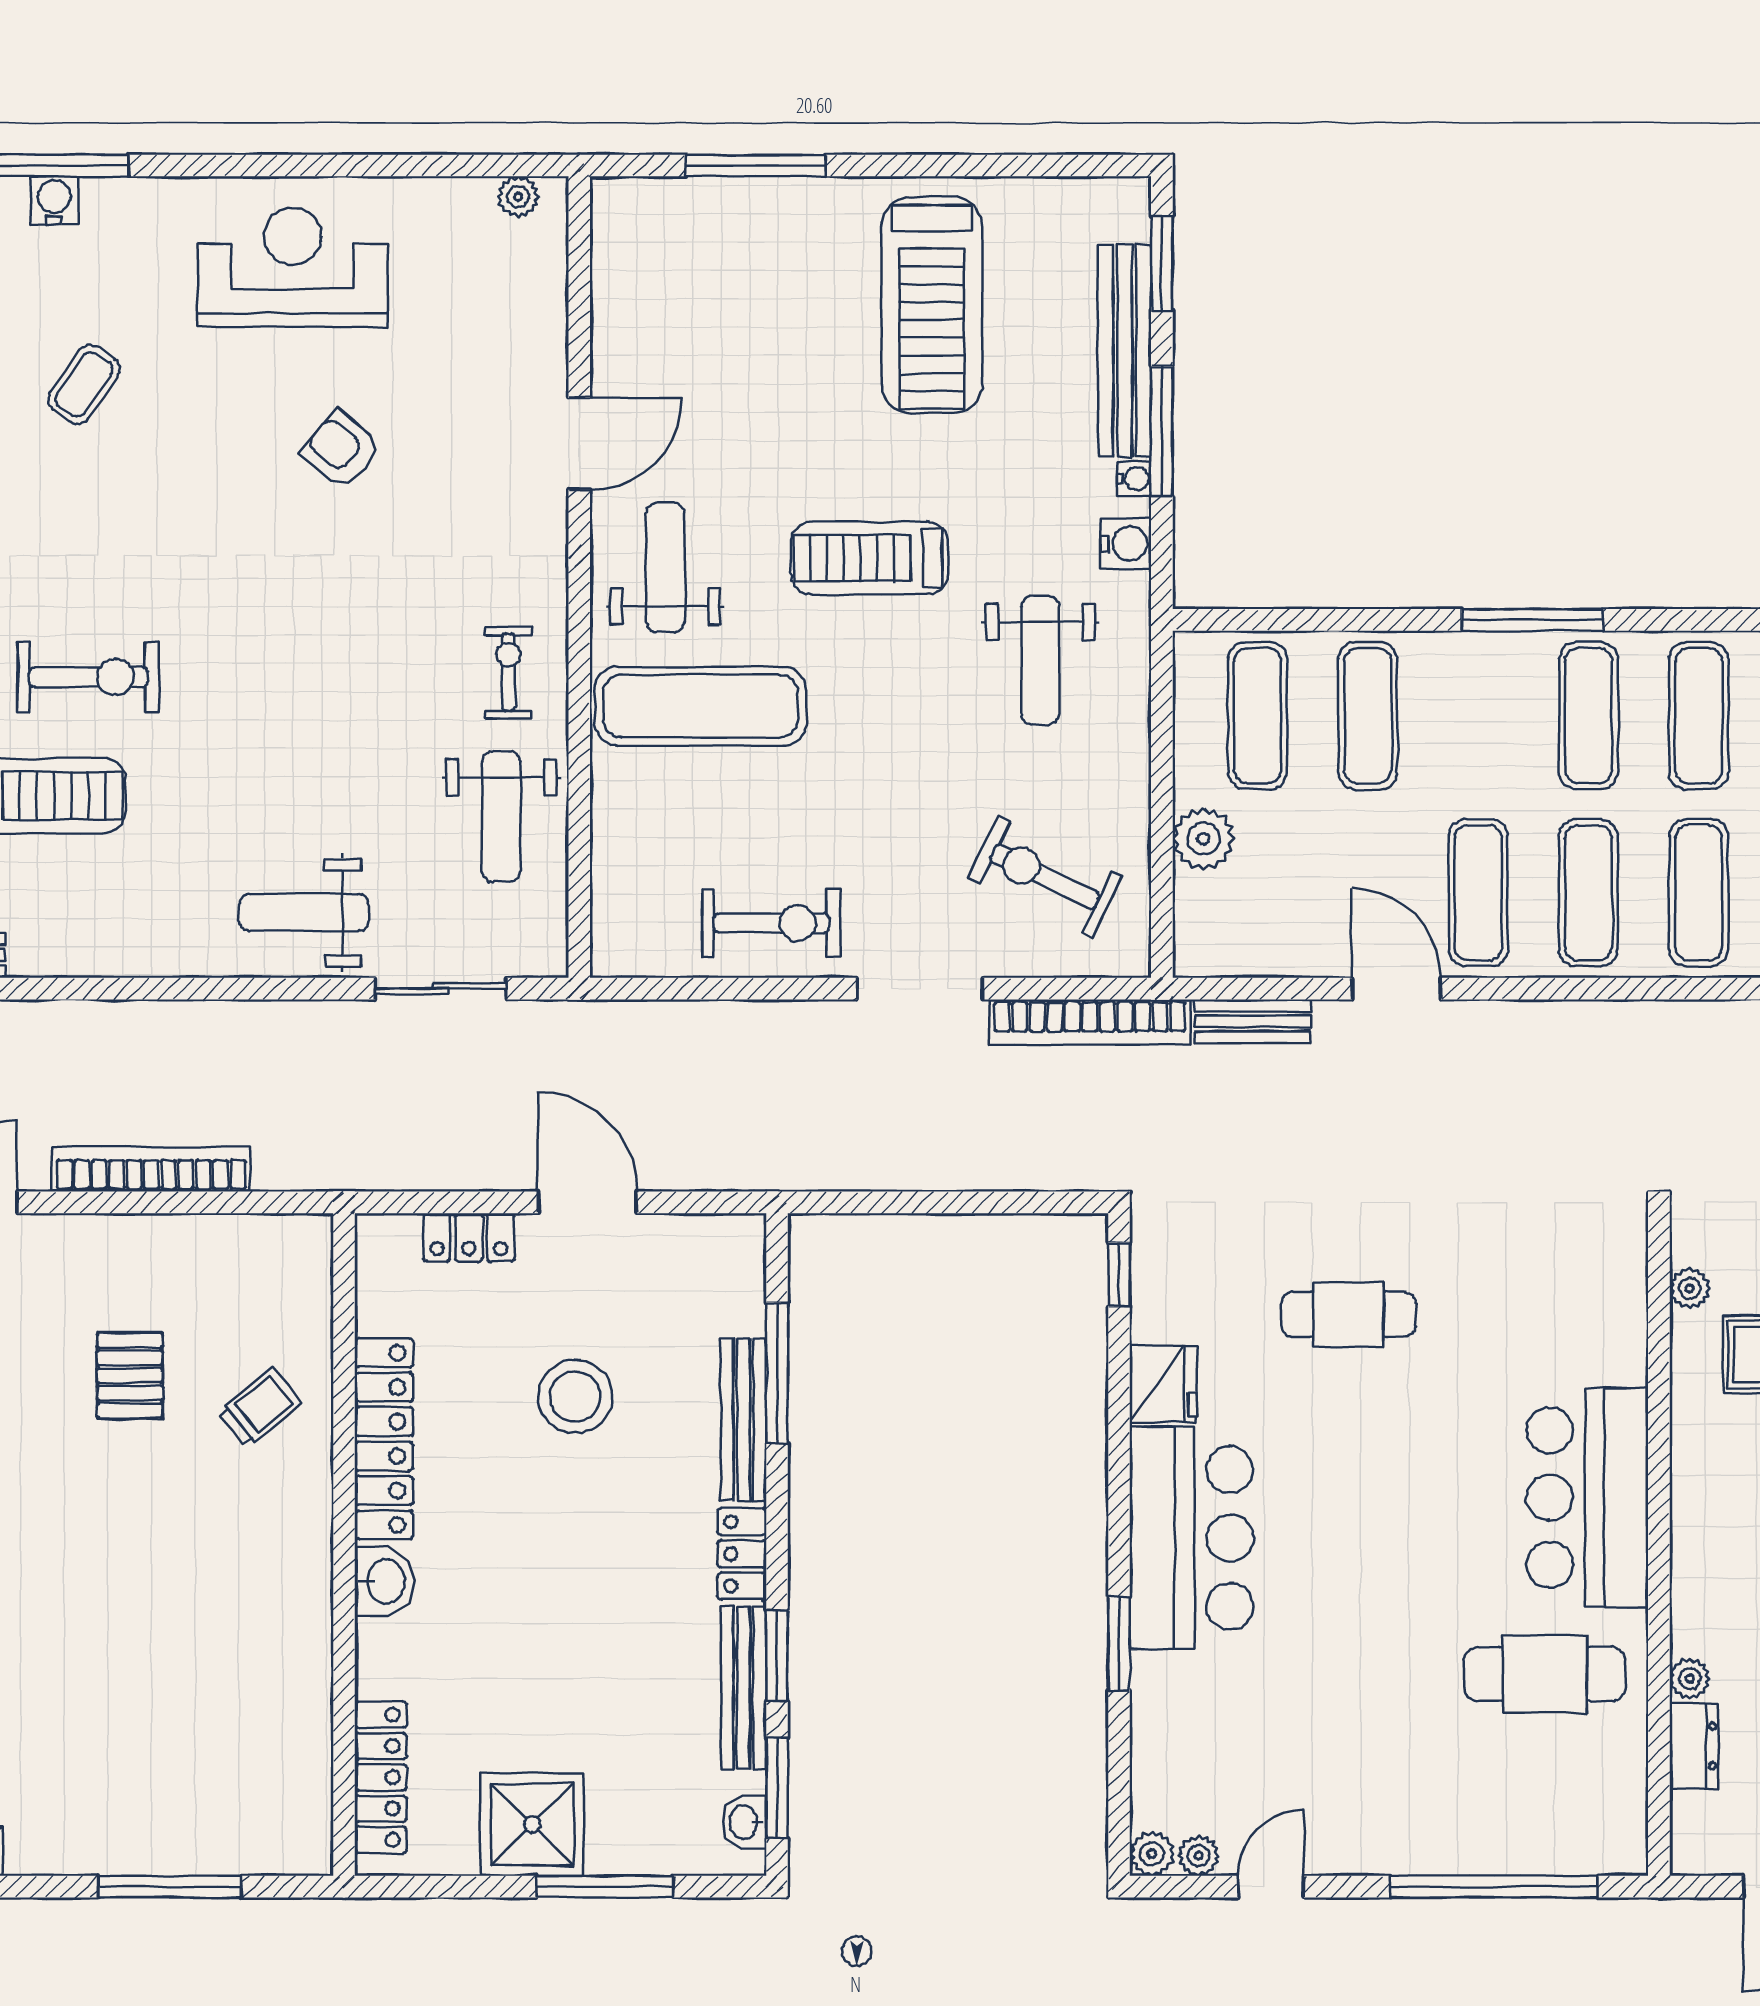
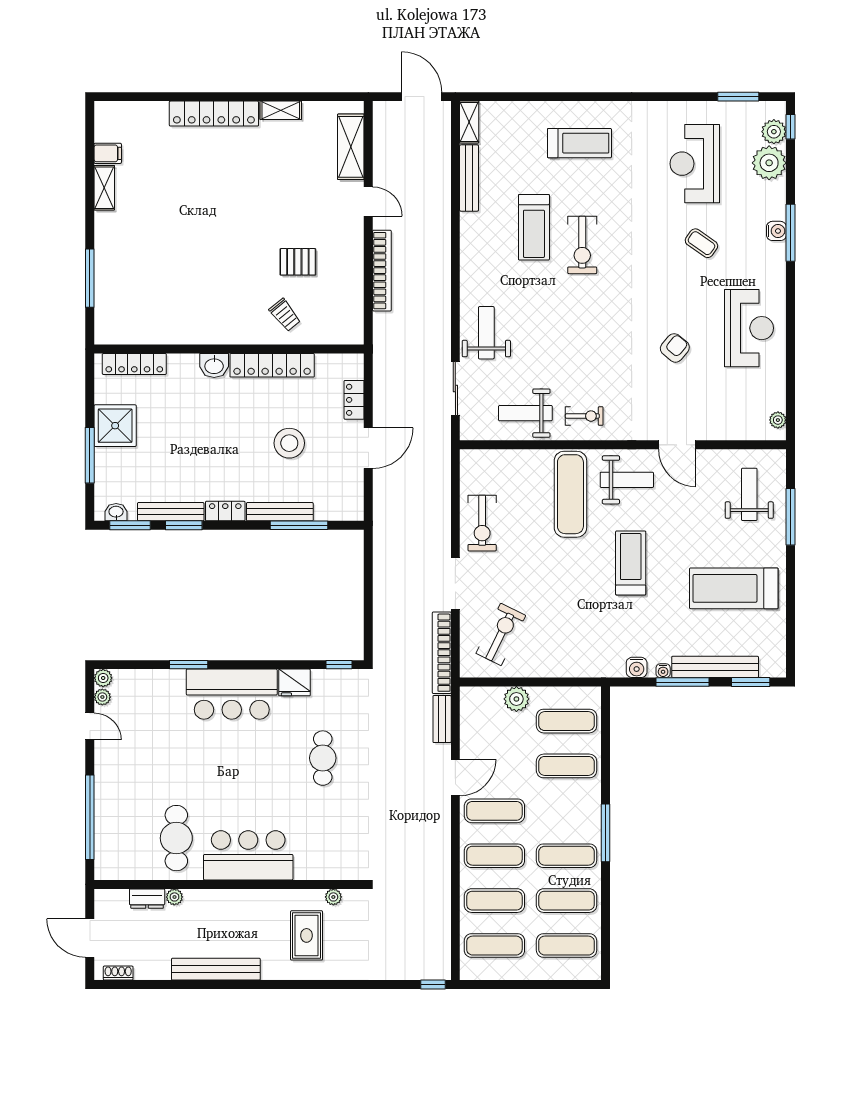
weight bench: (1040, 660) -> (749, 494), moved, turned 90

